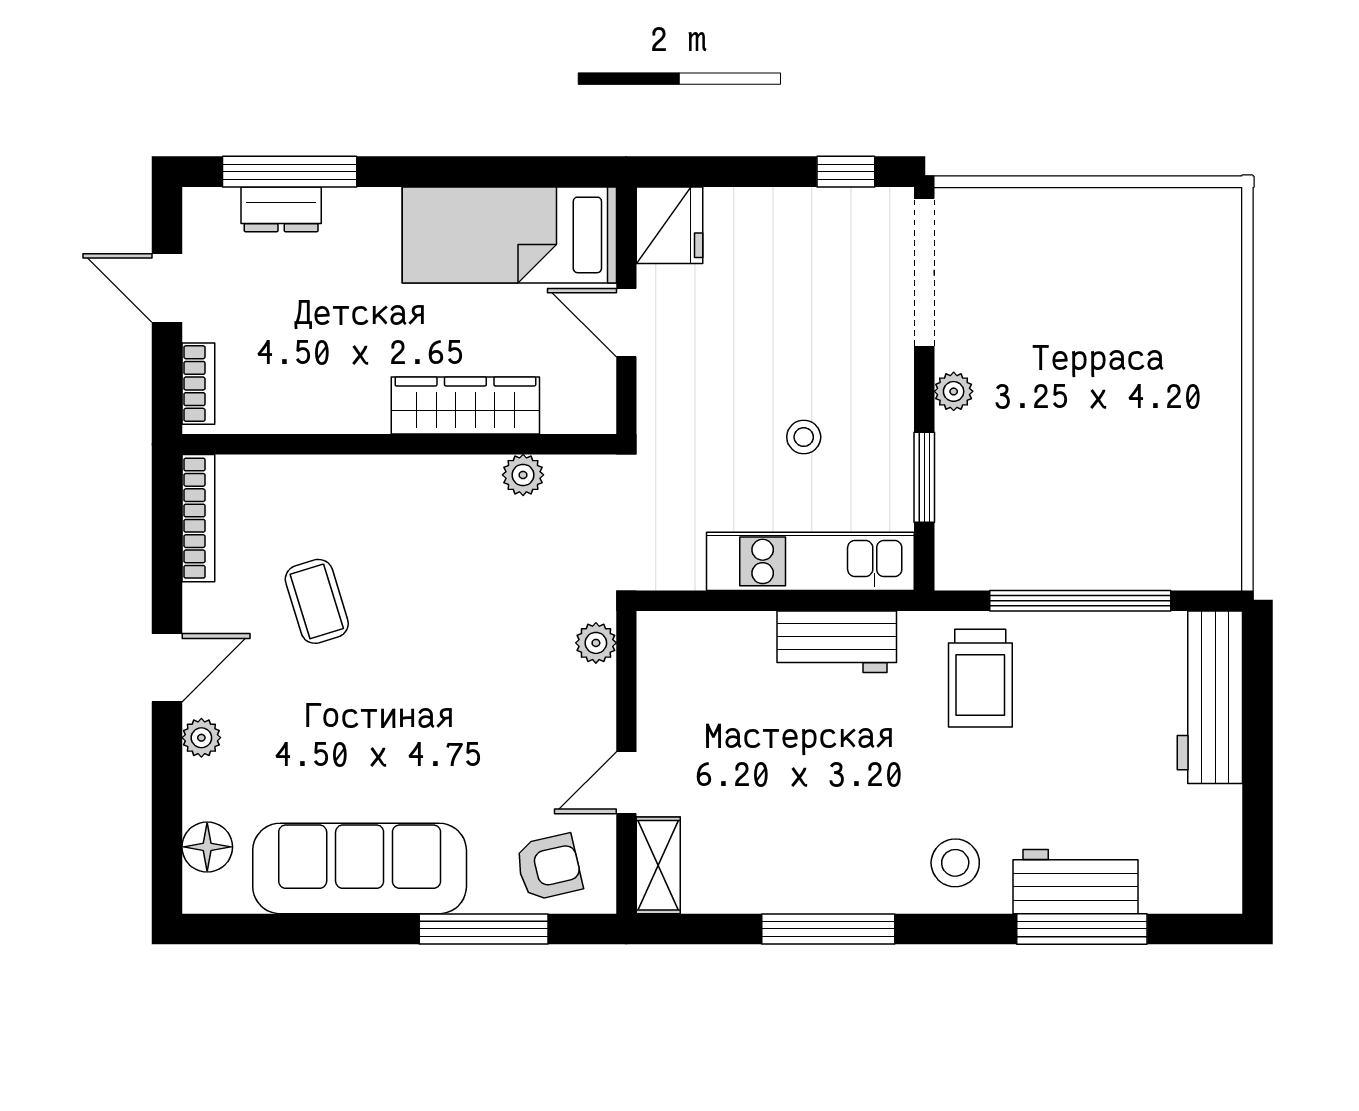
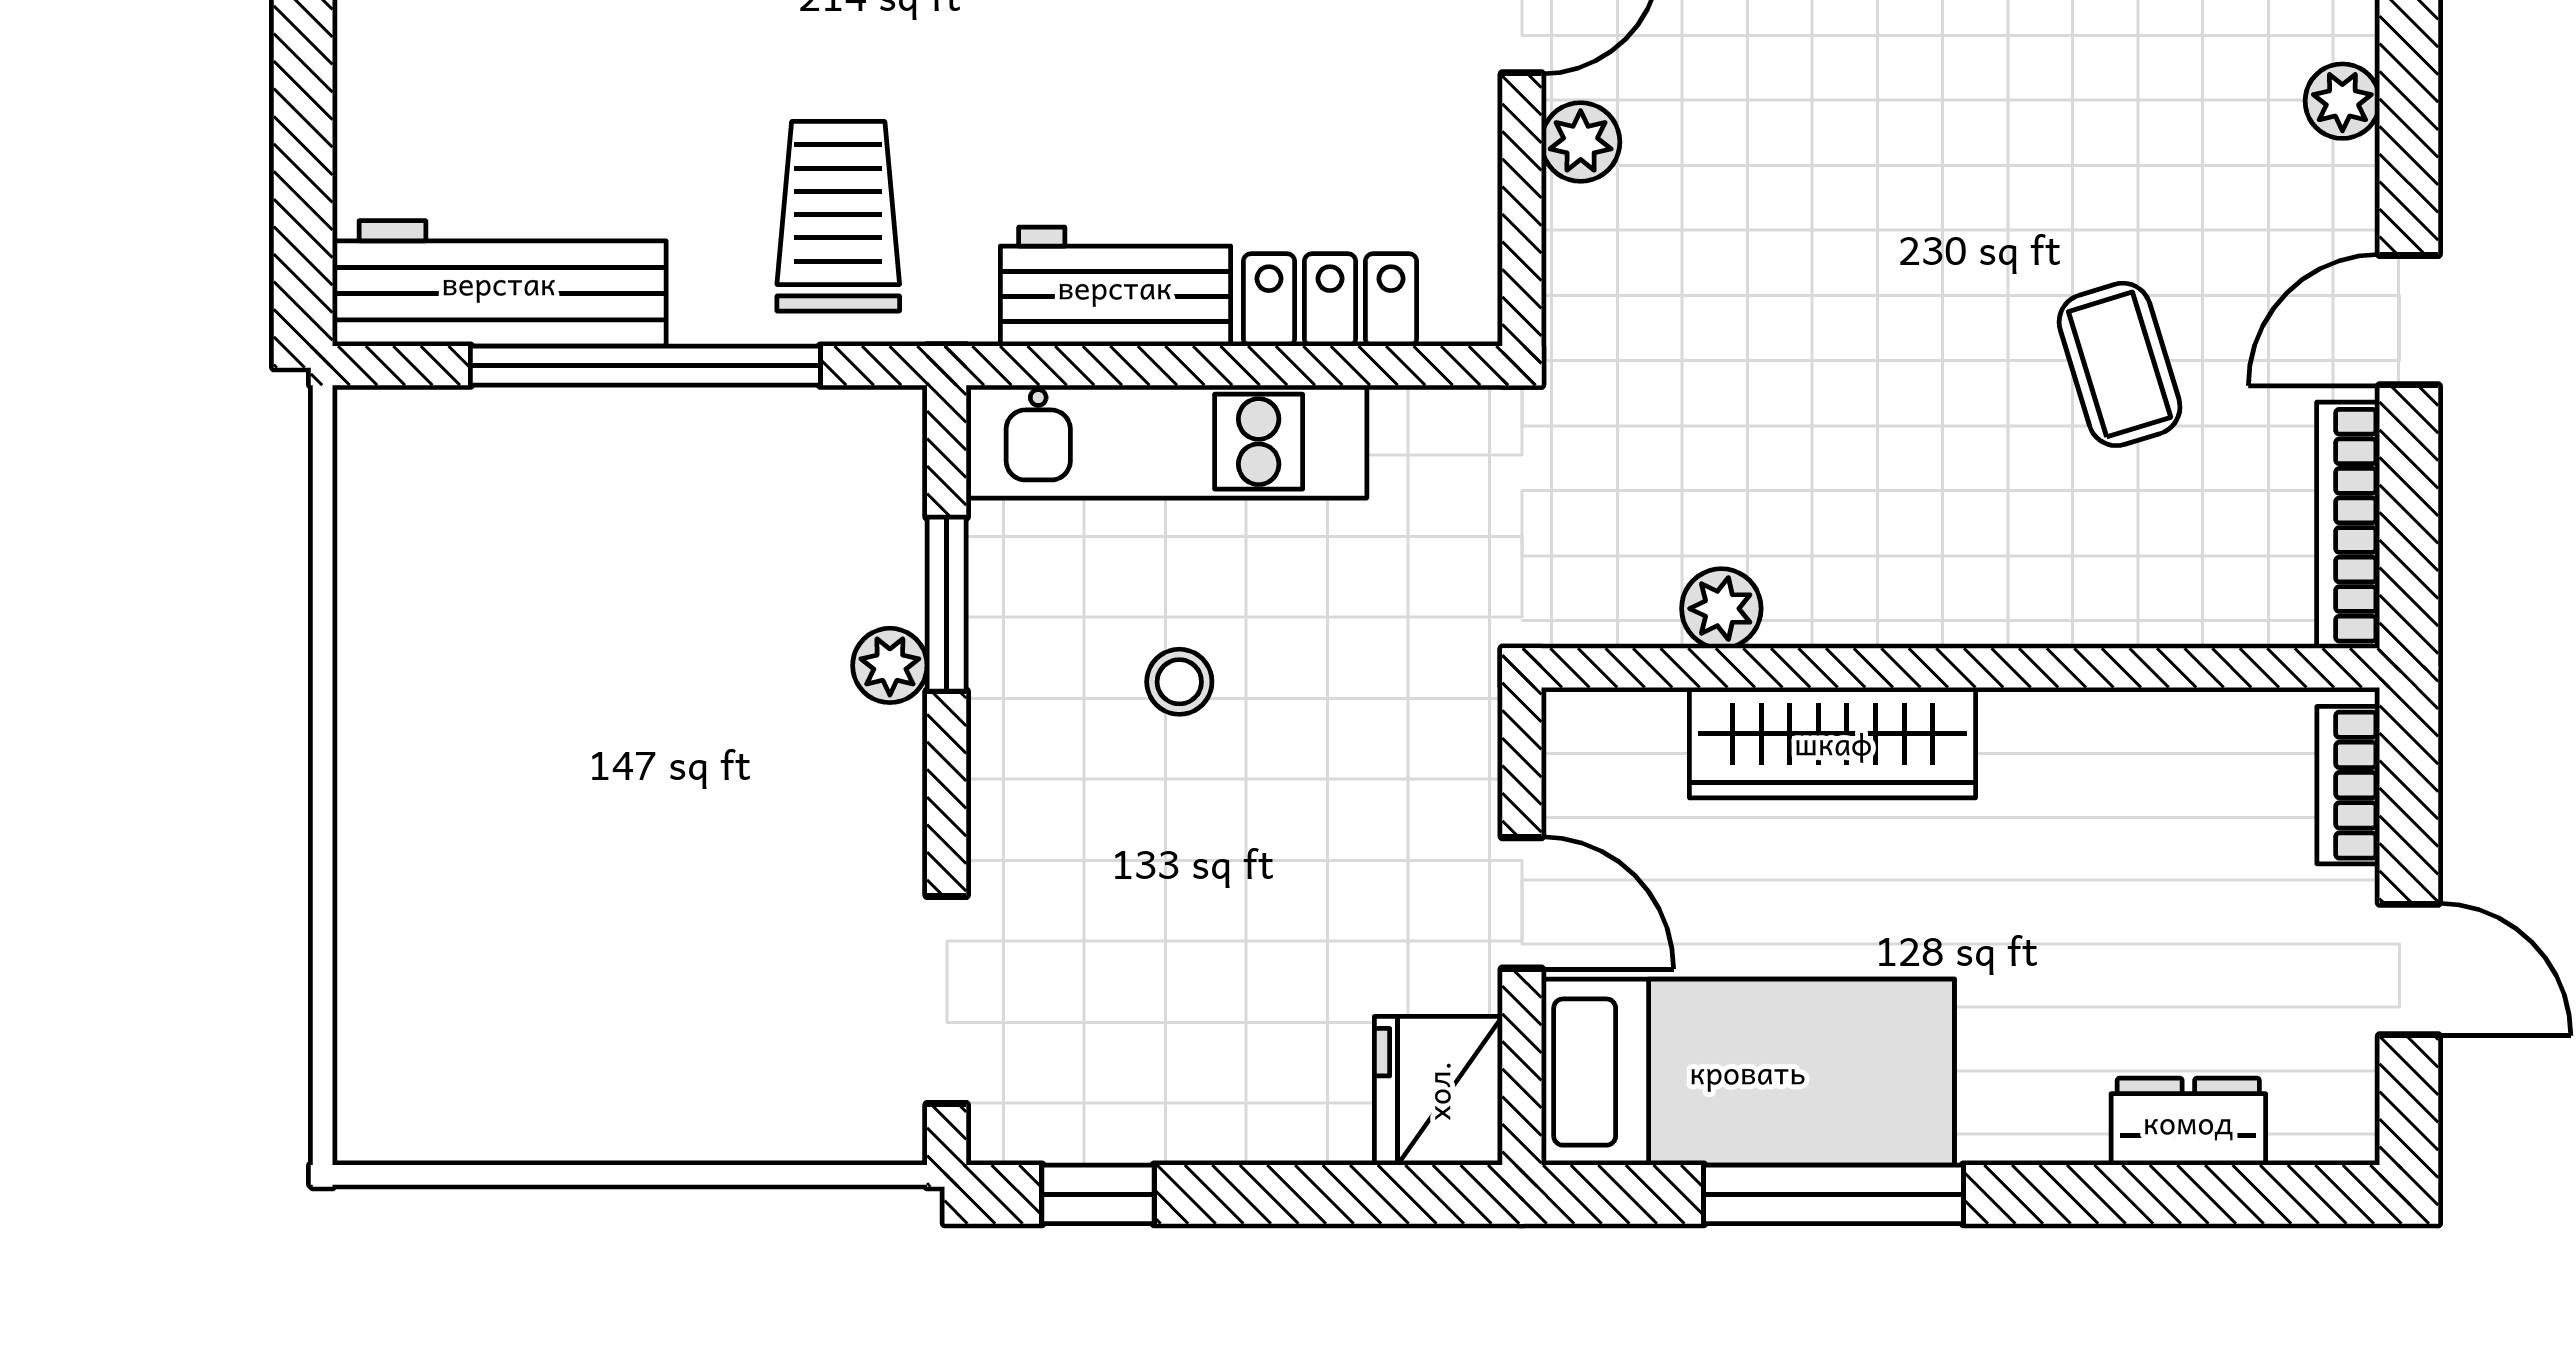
window: (290, 172) -> (1834, 1194), moved
doorway: (924, 272) -> (947, 1000), width x0.73
plant: (954, 391) -> (890, 665), moved
locker: (726, 635) -> (1330, 300), added
plant: (596, 643) -> (1581, 142), moved
door: (167, 668) -> (2409, 320), moved
workbench: (1210, 697) -> (499, 283), moved, turned -90

